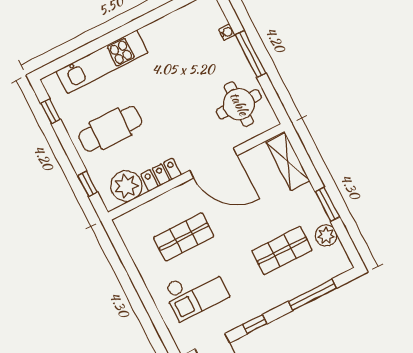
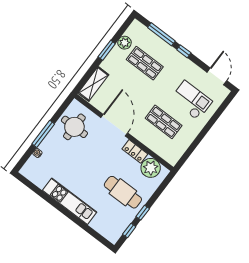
kitchen unit: (102, 62) -> (70, 201), moved
window: (88, 184) -> (143, 213), moved
window: (255, 324) -> (184, 51), moved

